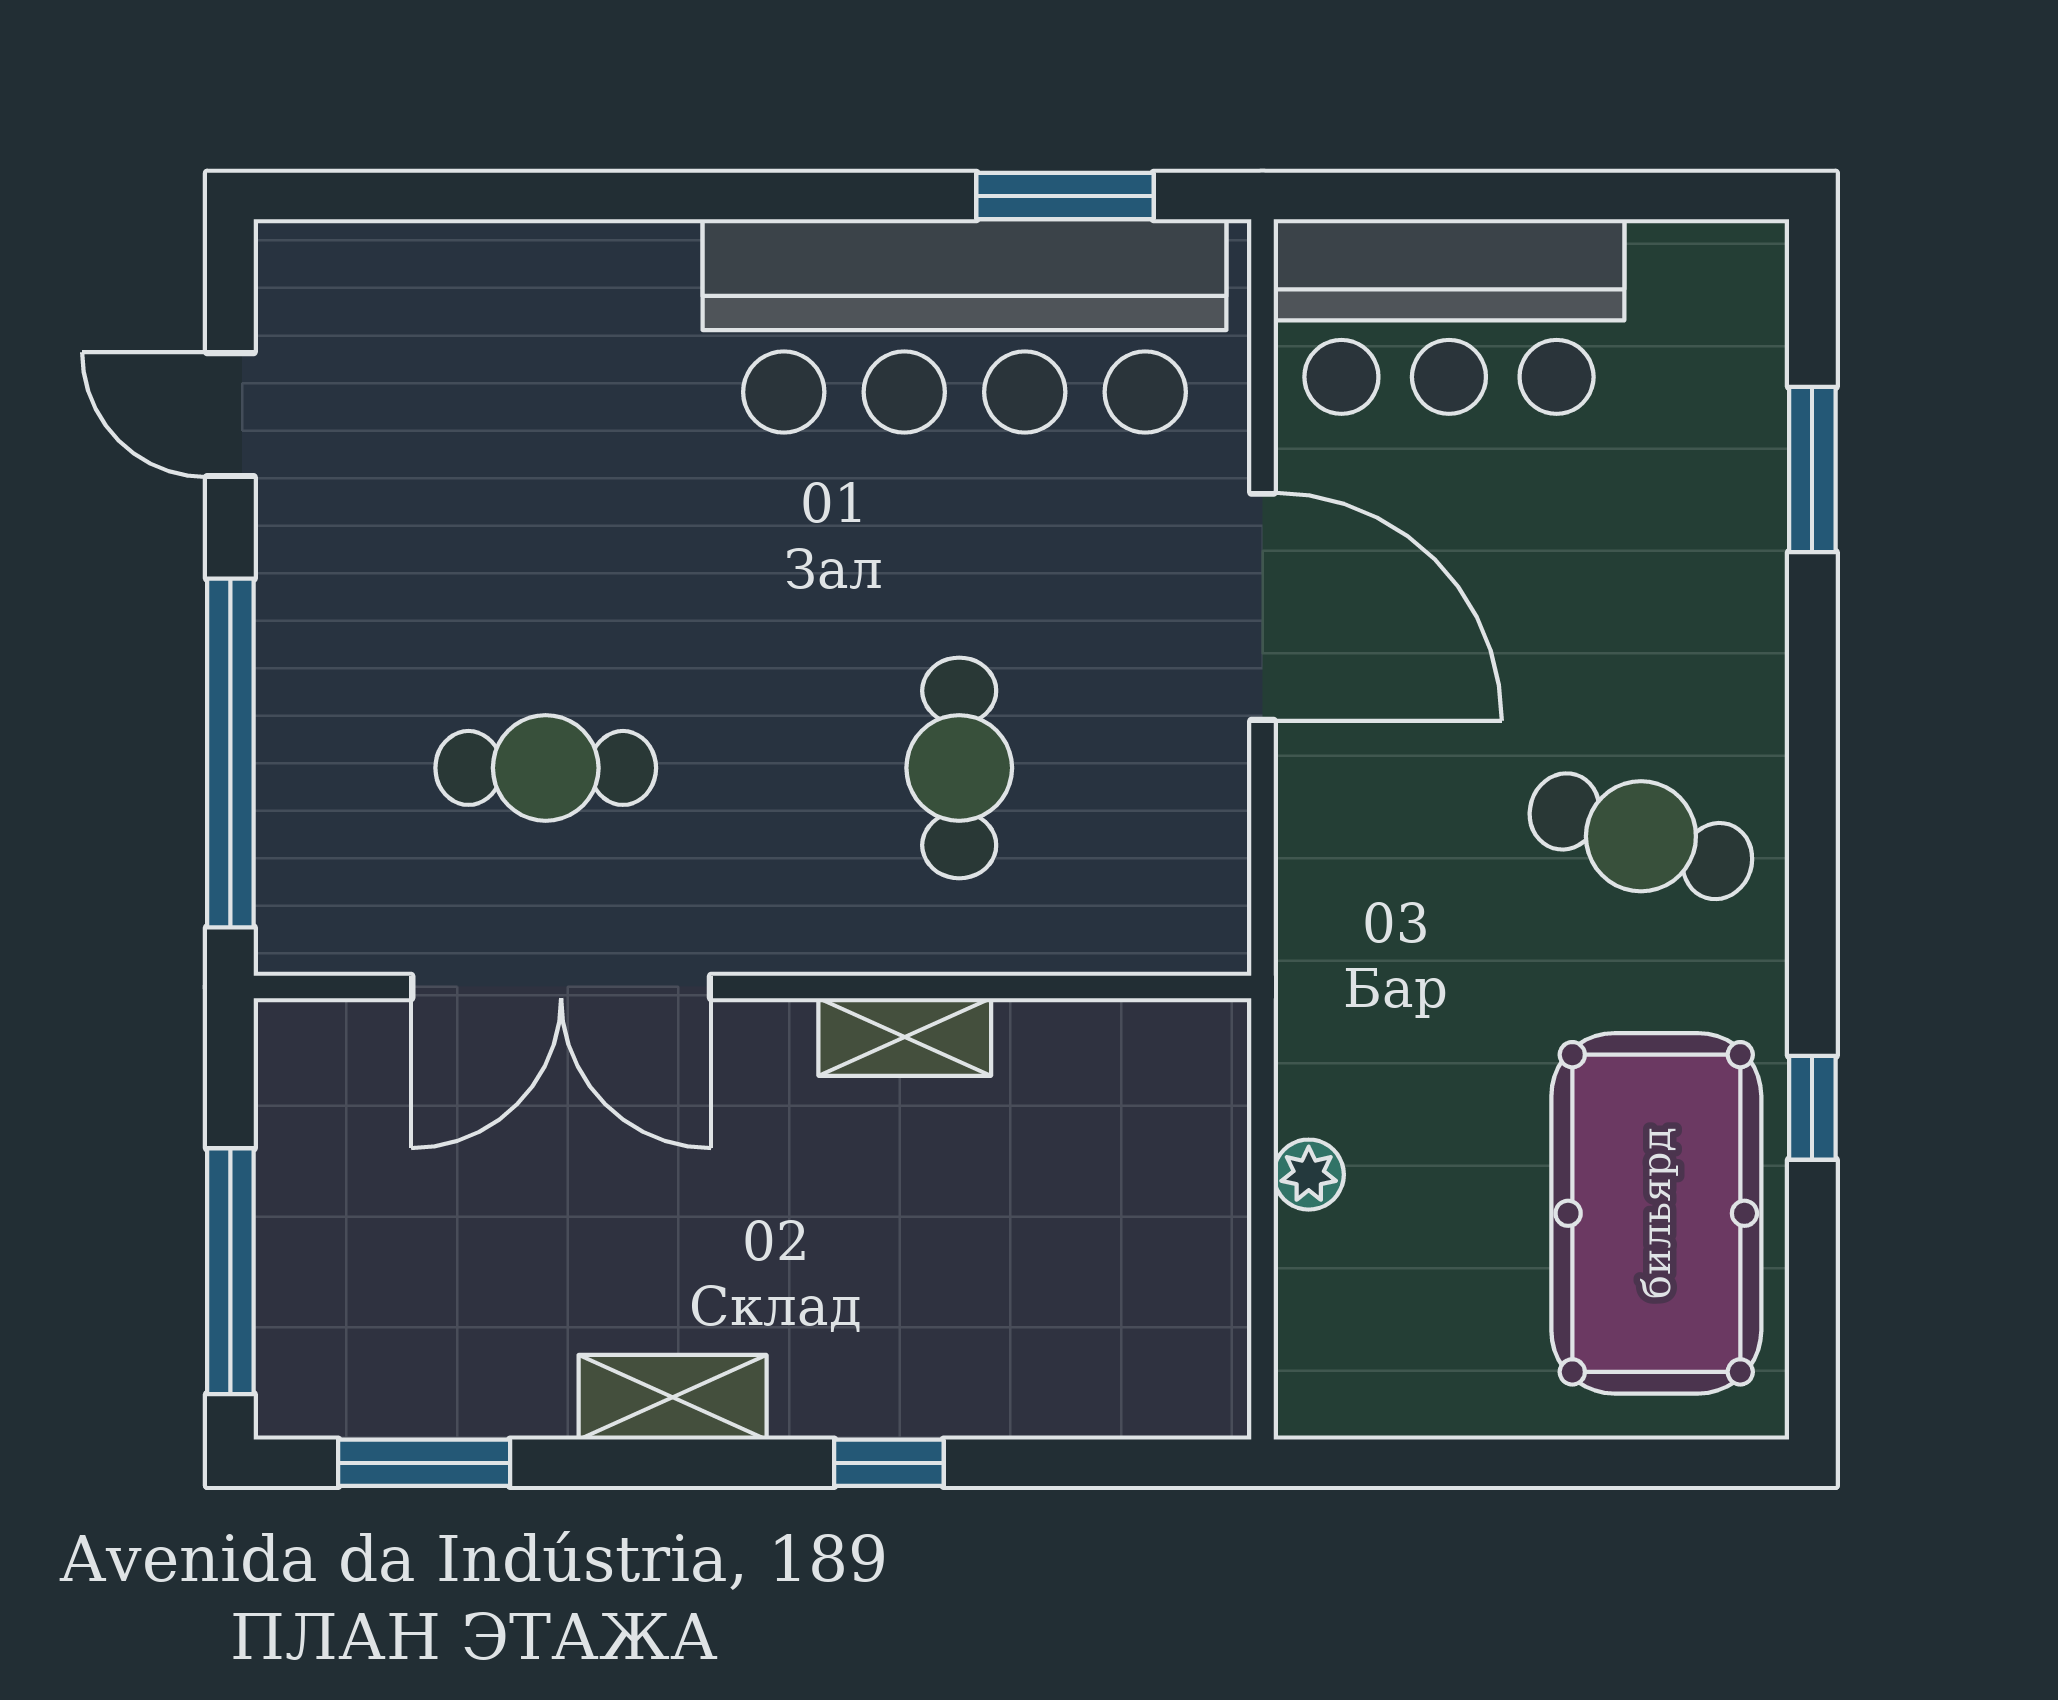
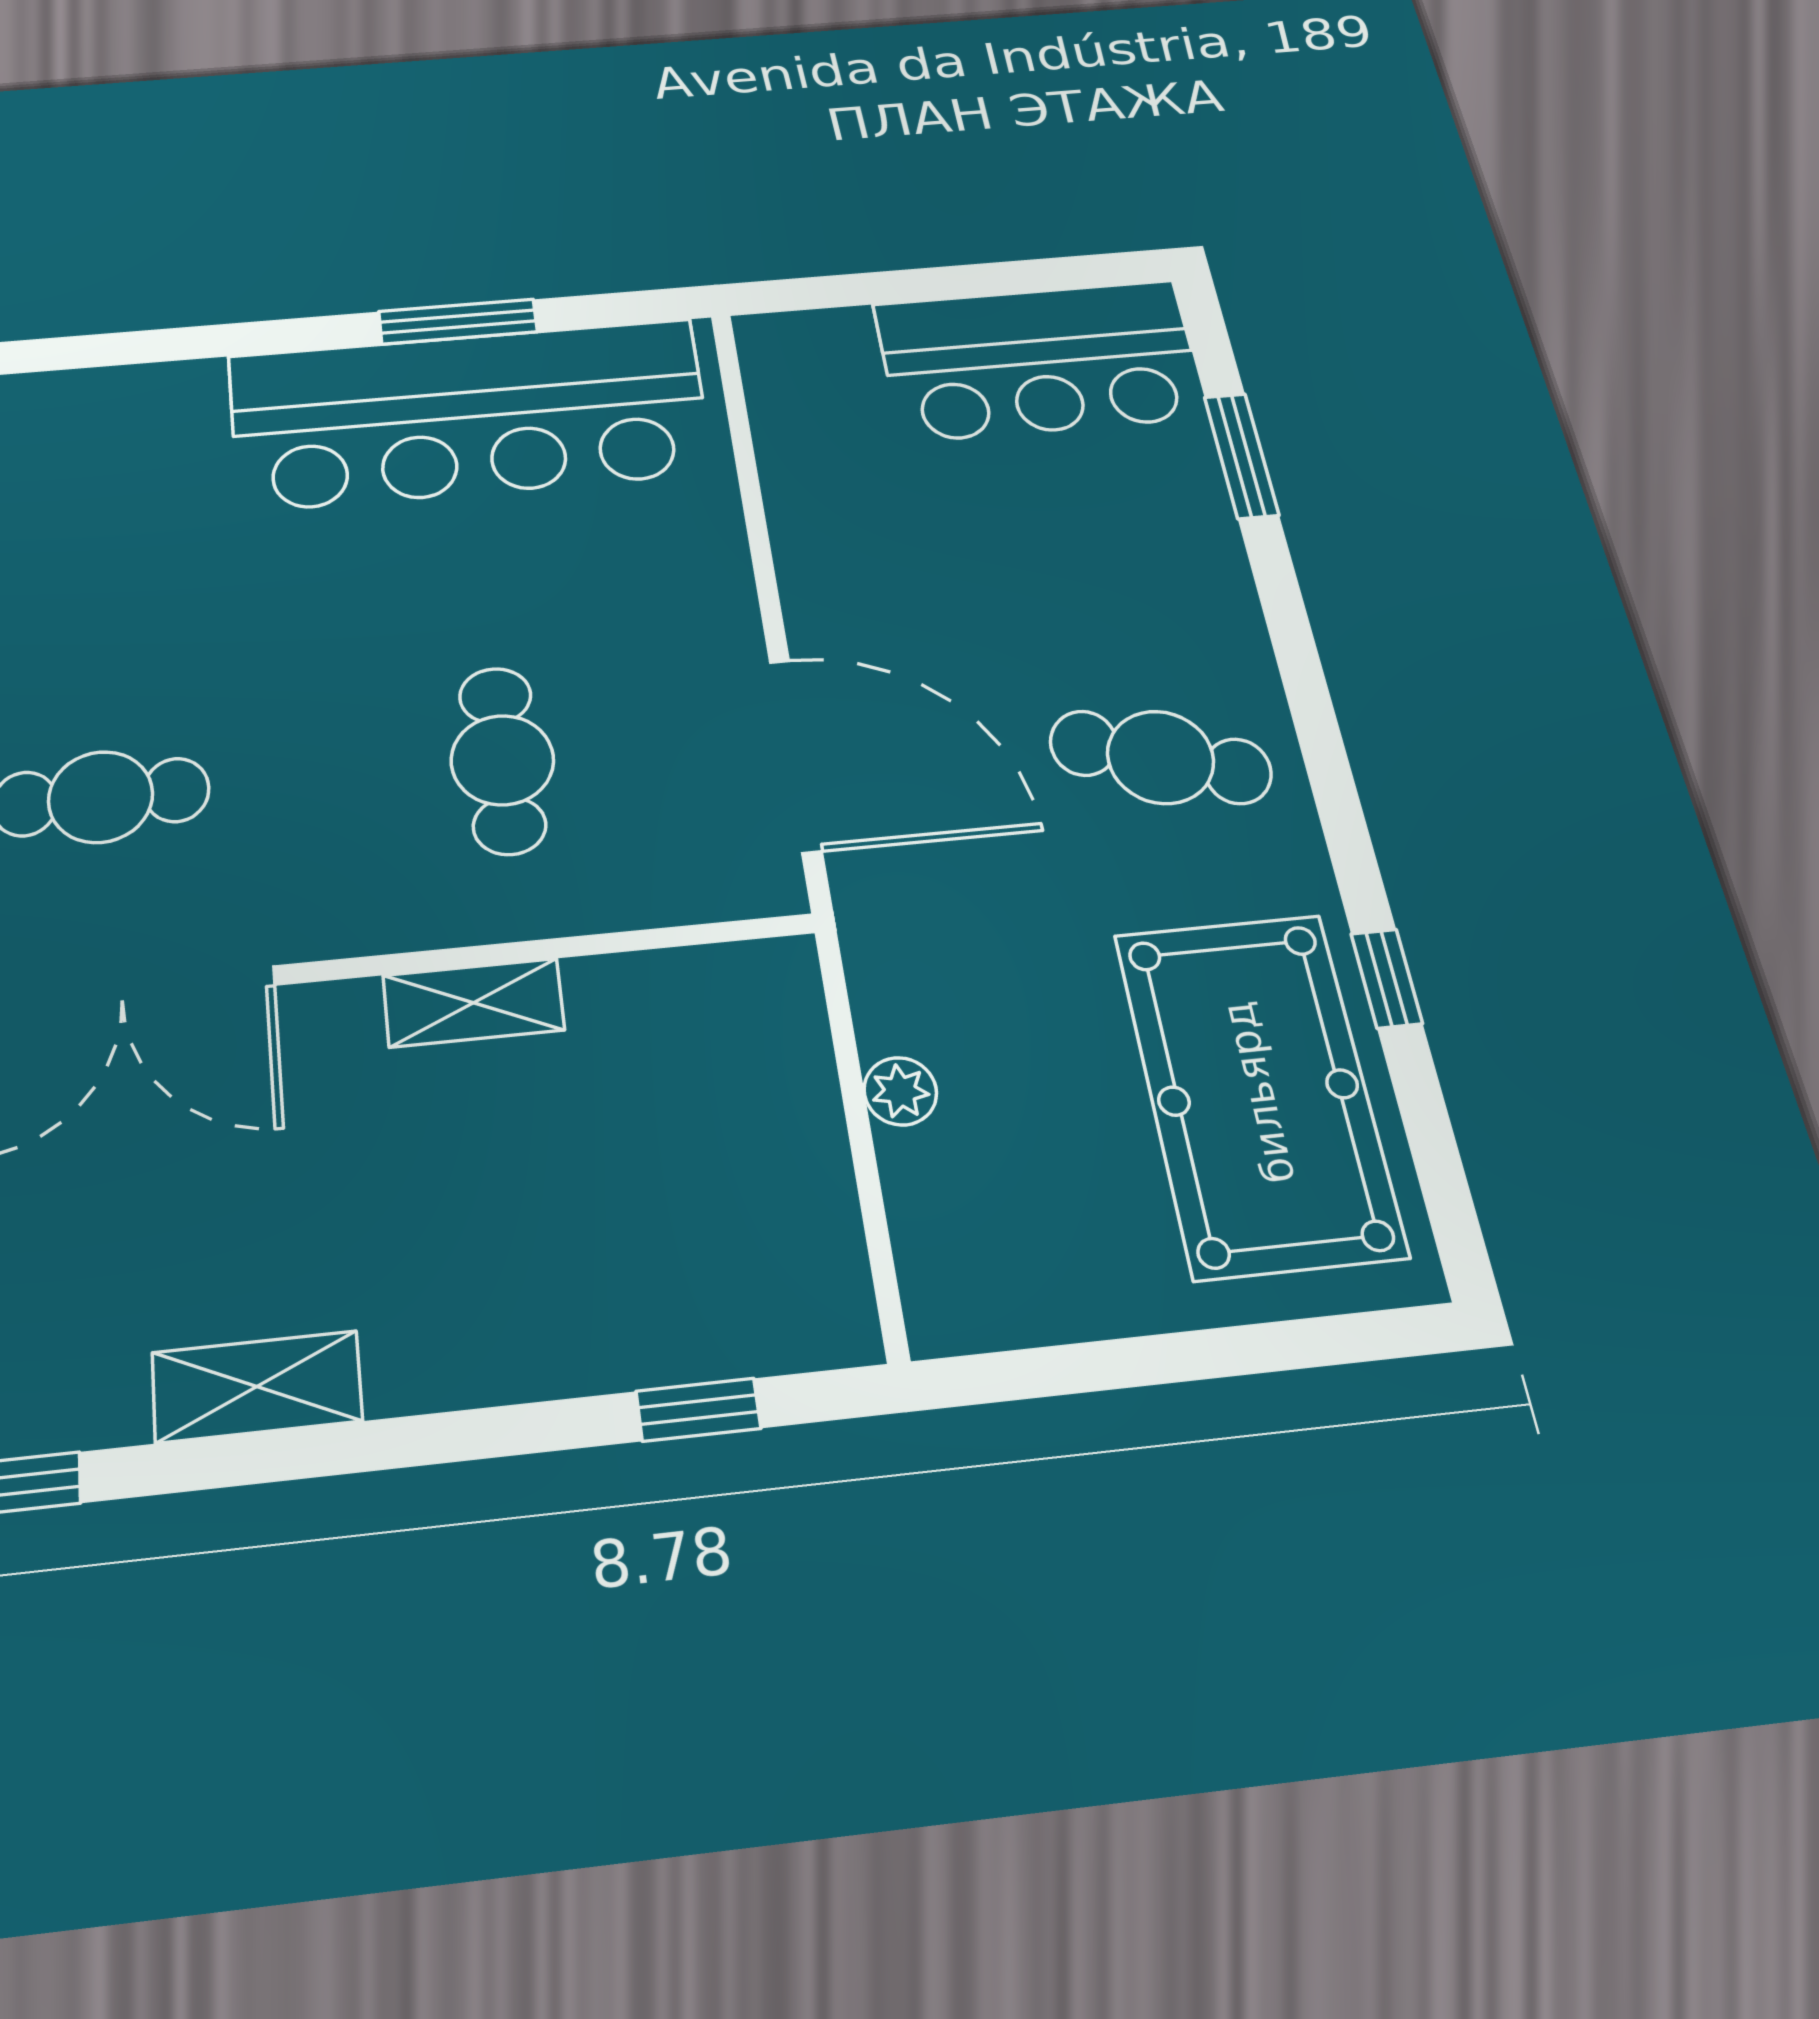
window: (1065, 196) -> (458, 322), moved
bar counter: (1449, 317) -> (1040, 360), moved
door: (1263, 607) -> (795, 755), moved
window: (889, 1463) -> (698, 1410), moved

